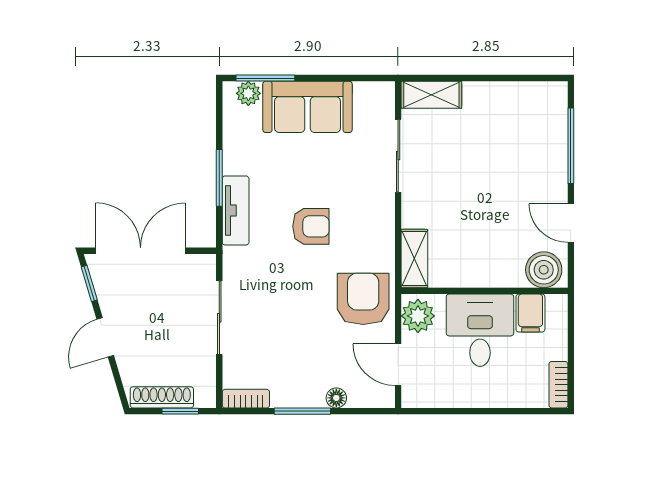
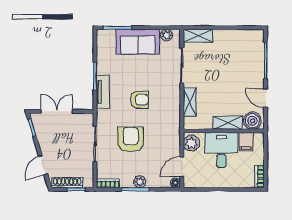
plant: (248, 93) -> (167, 35), moved
double door: (141, 251) -> (57, 111), width x0.73
shelving: (414, 259) -> (190, 102), moved
shelving: (493, 274) -> (228, 123), added
armchair: (363, 299) -> (131, 140), moved
door: (105, 337) -> (43, 165), moved
door: (398, 365) -> (182, 167), hinge flipped
plant: (311, 396) -> (140, 182), added
floor lamp: (336, 398) -> (175, 183), moved

